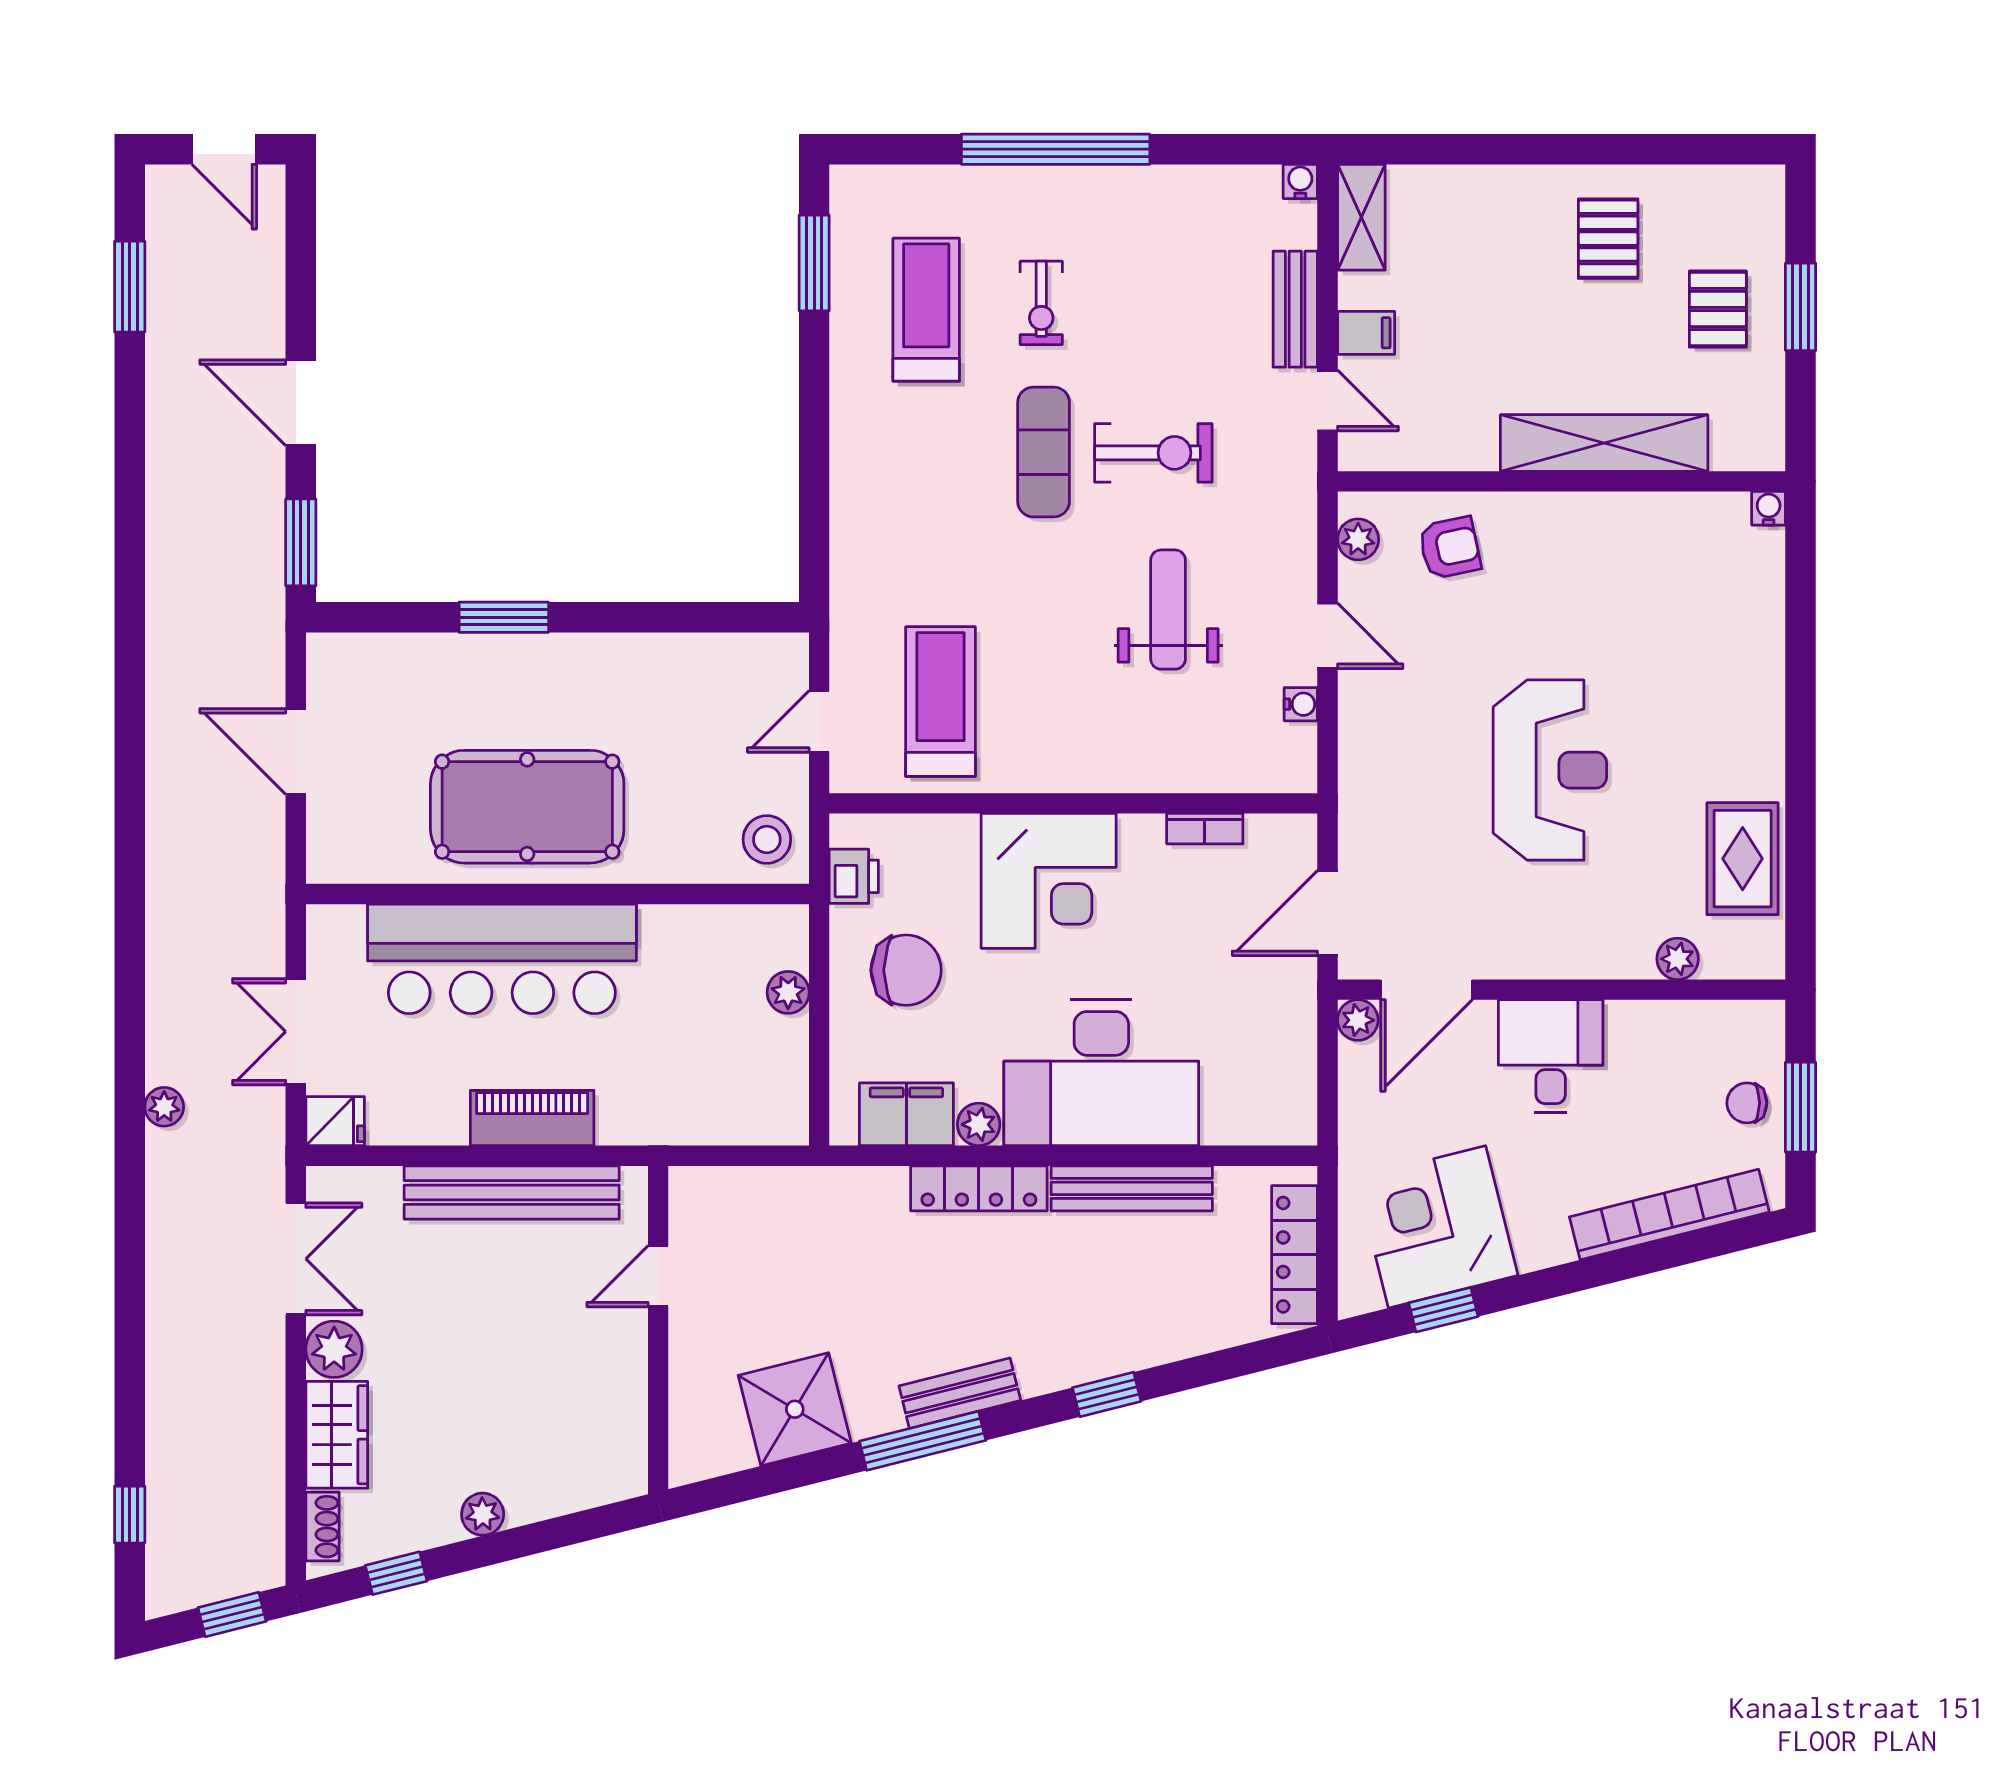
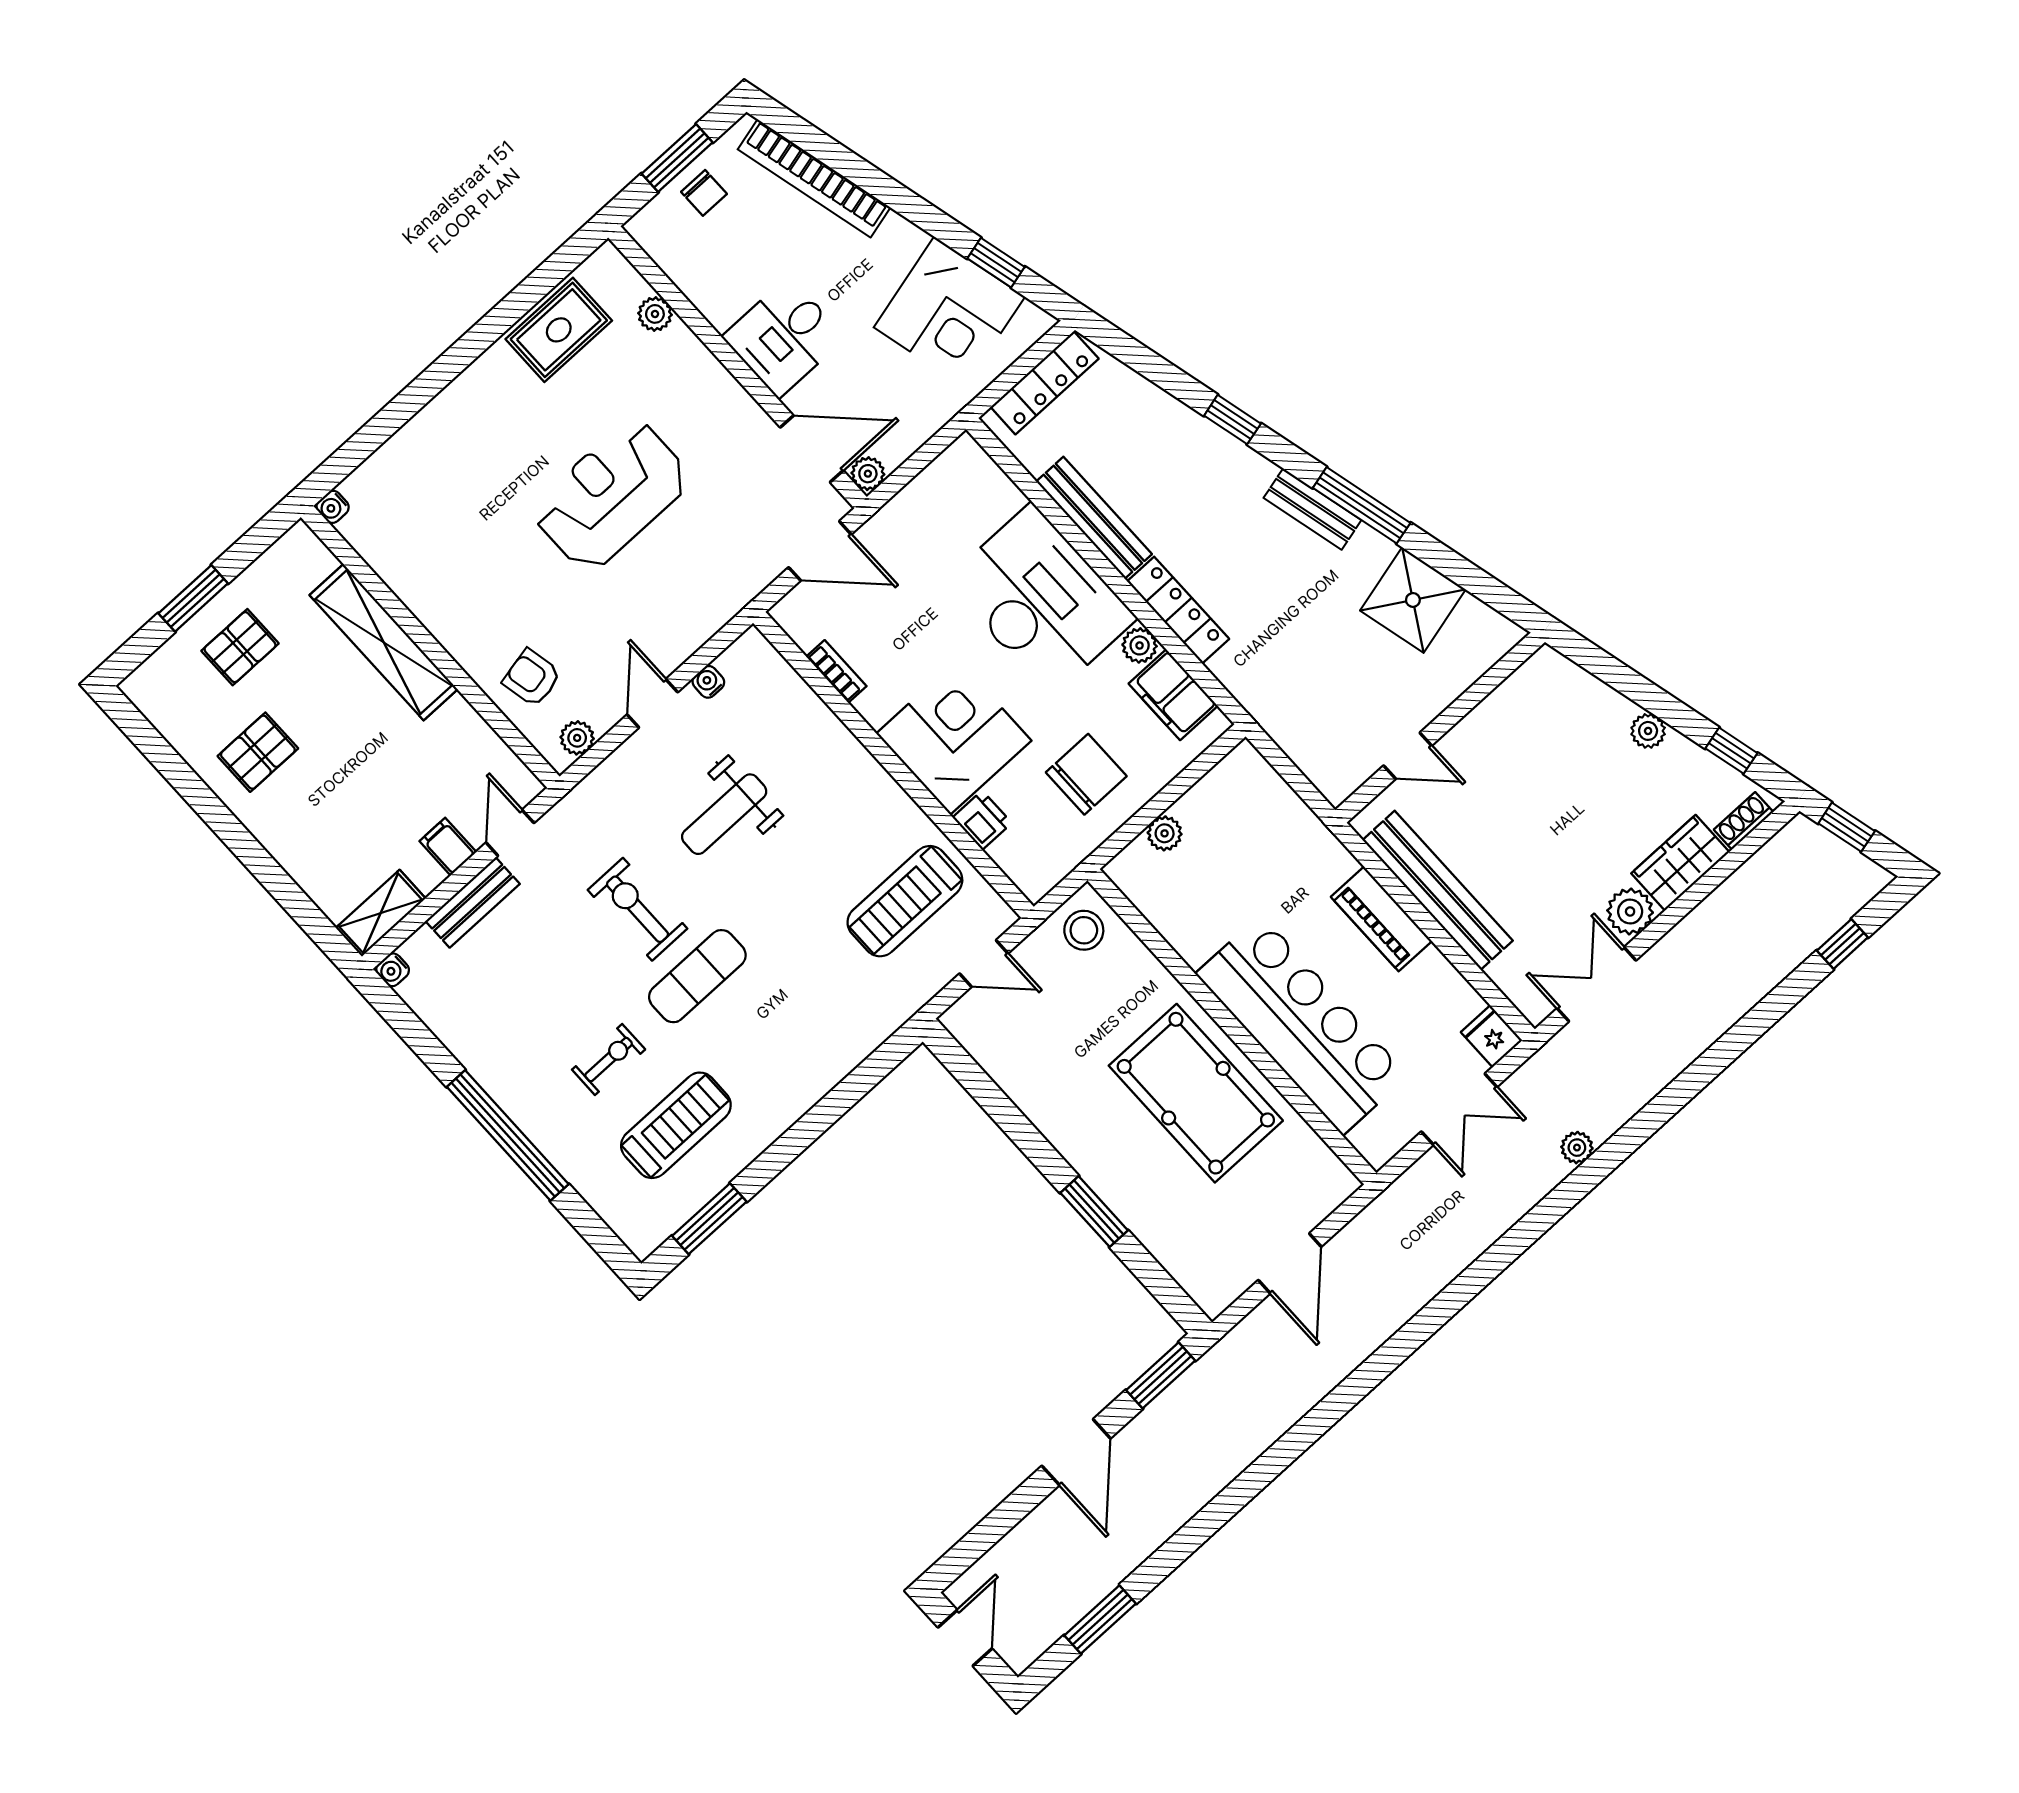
treadmill: (926, 310) -> (676, 1125), turned 180
printer: (854, 876) -> (982, 820), moved, turned 90
chair: (906, 970) -> (1086, 774), turned 90

